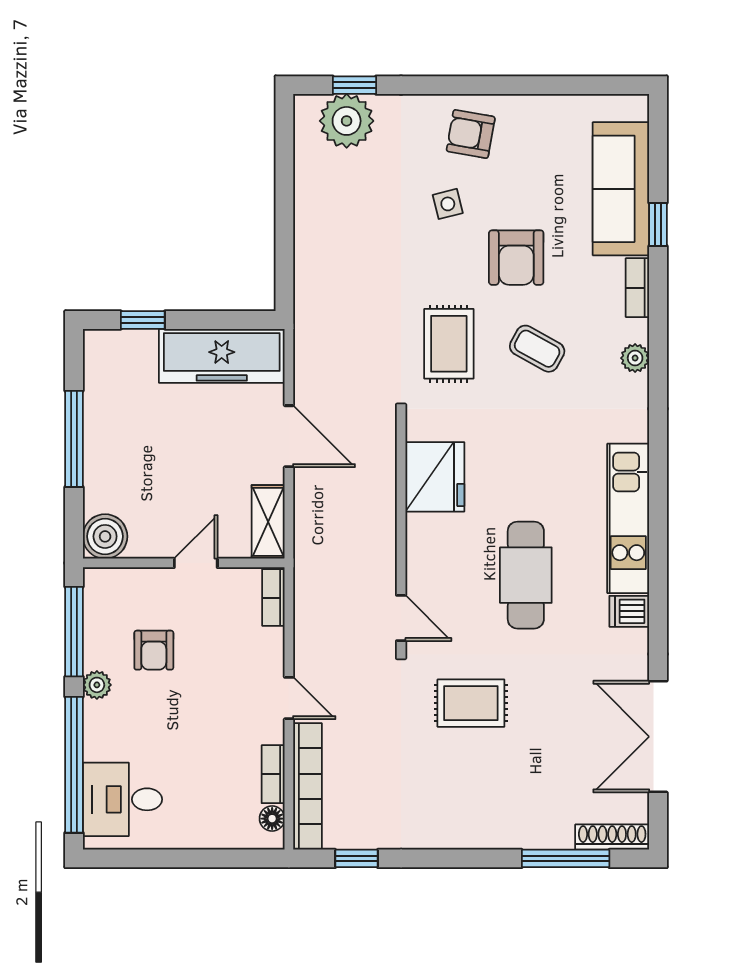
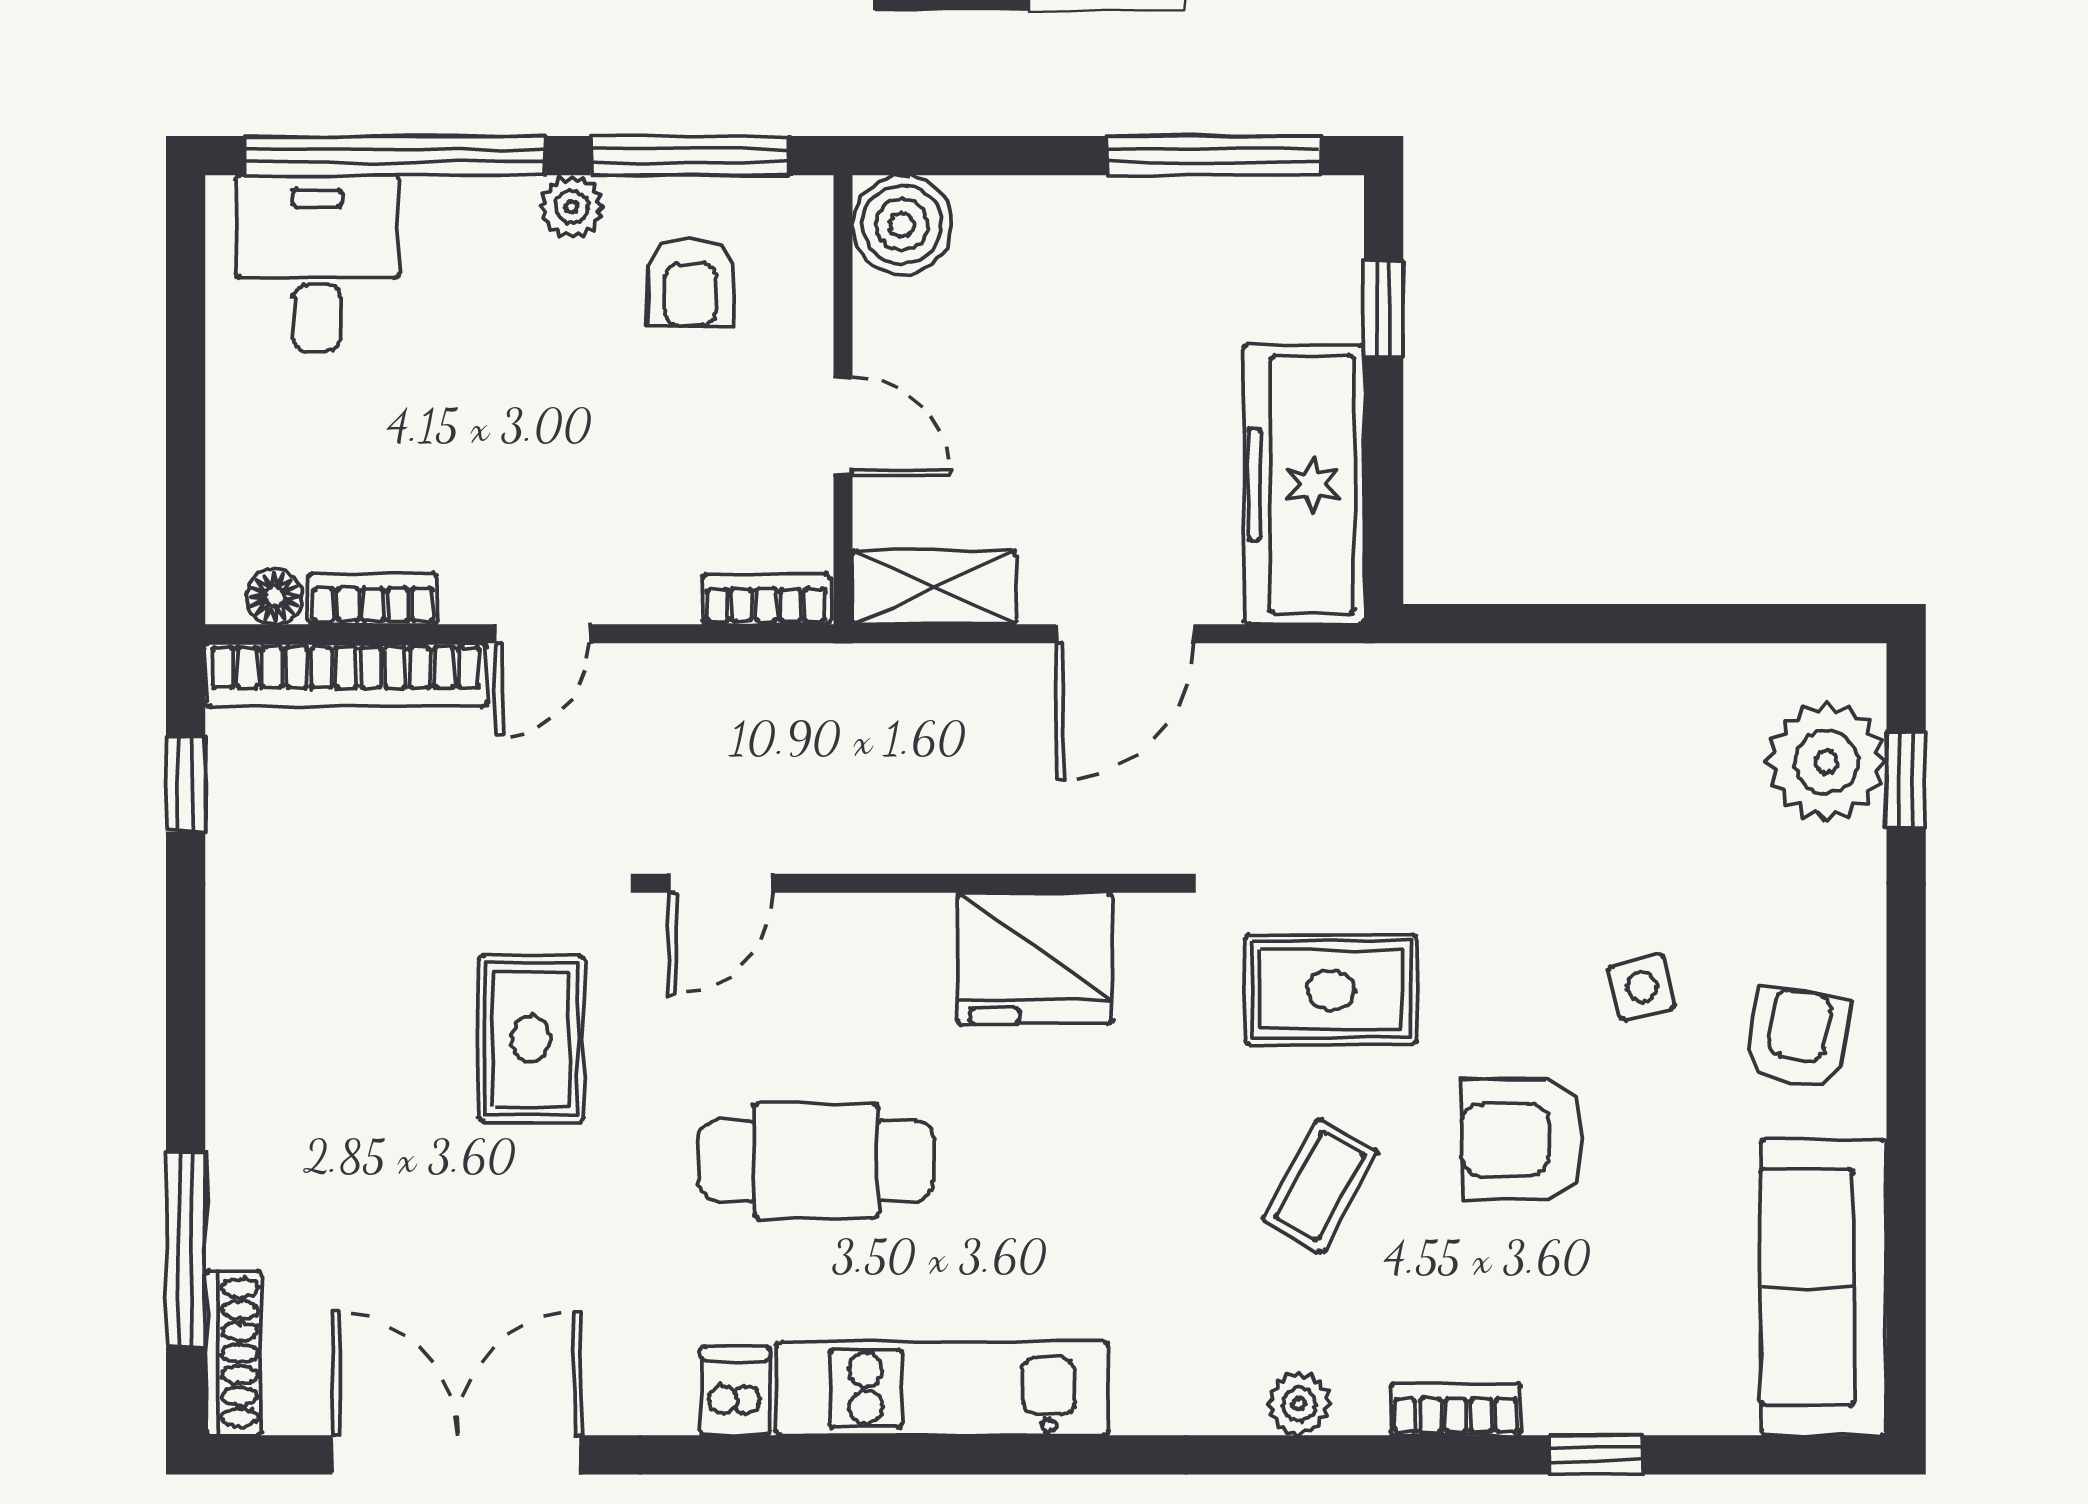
sofa: (621, 189) -> (1824, 1287), moved, turned -90
window: (74, 439) -> (1213, 156), moved
armchair: (154, 650) -> (691, 282), moved, turned -90

